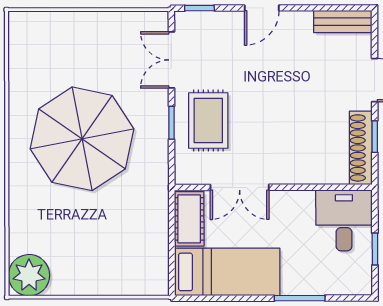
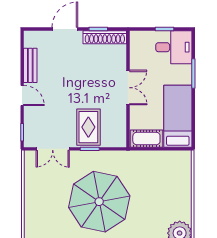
bench: (343, 22) -> (30, 65), moved
rug: (208, 120) -> (88, 127), turned 90
double door: (240, 187) -> (128, 88), moved
desk: (344, 220) -> (174, 47), moved, turned 180

